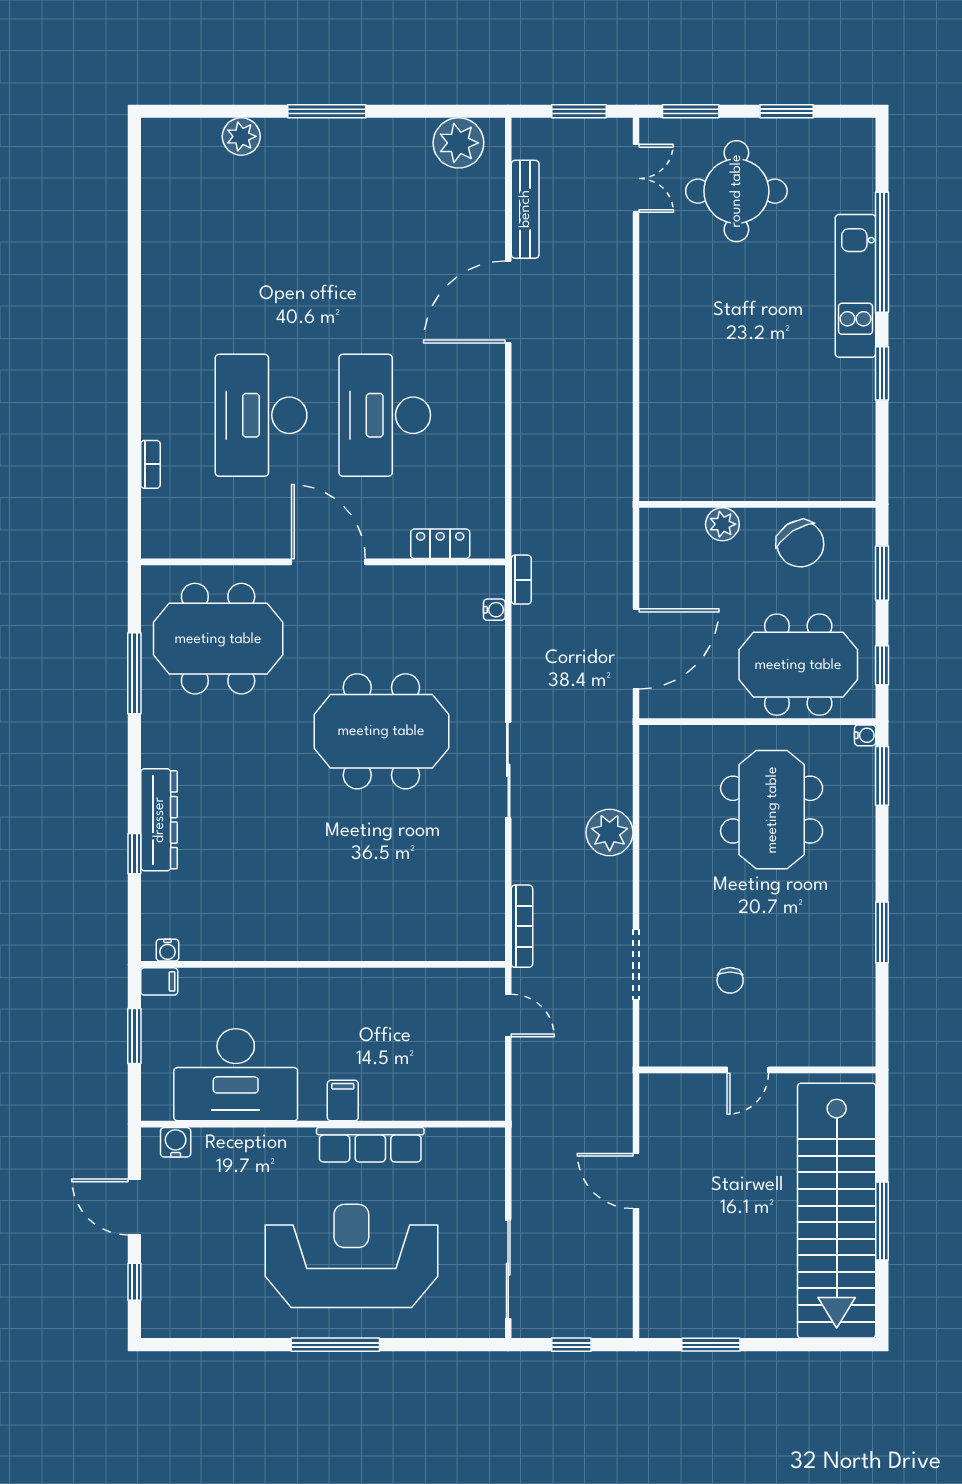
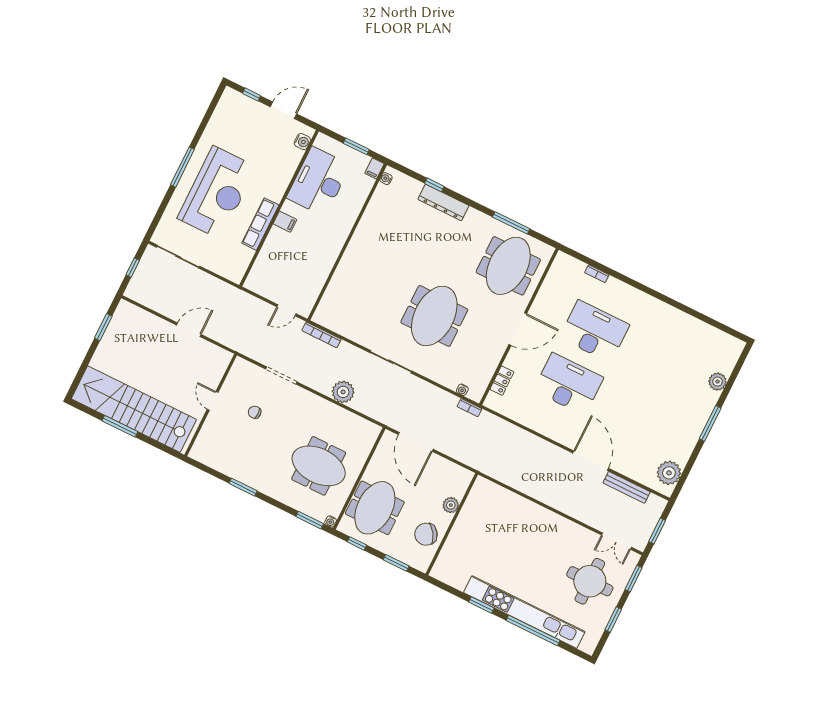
kitchen unit: (856, 286) -> (524, 612), width x1.86

